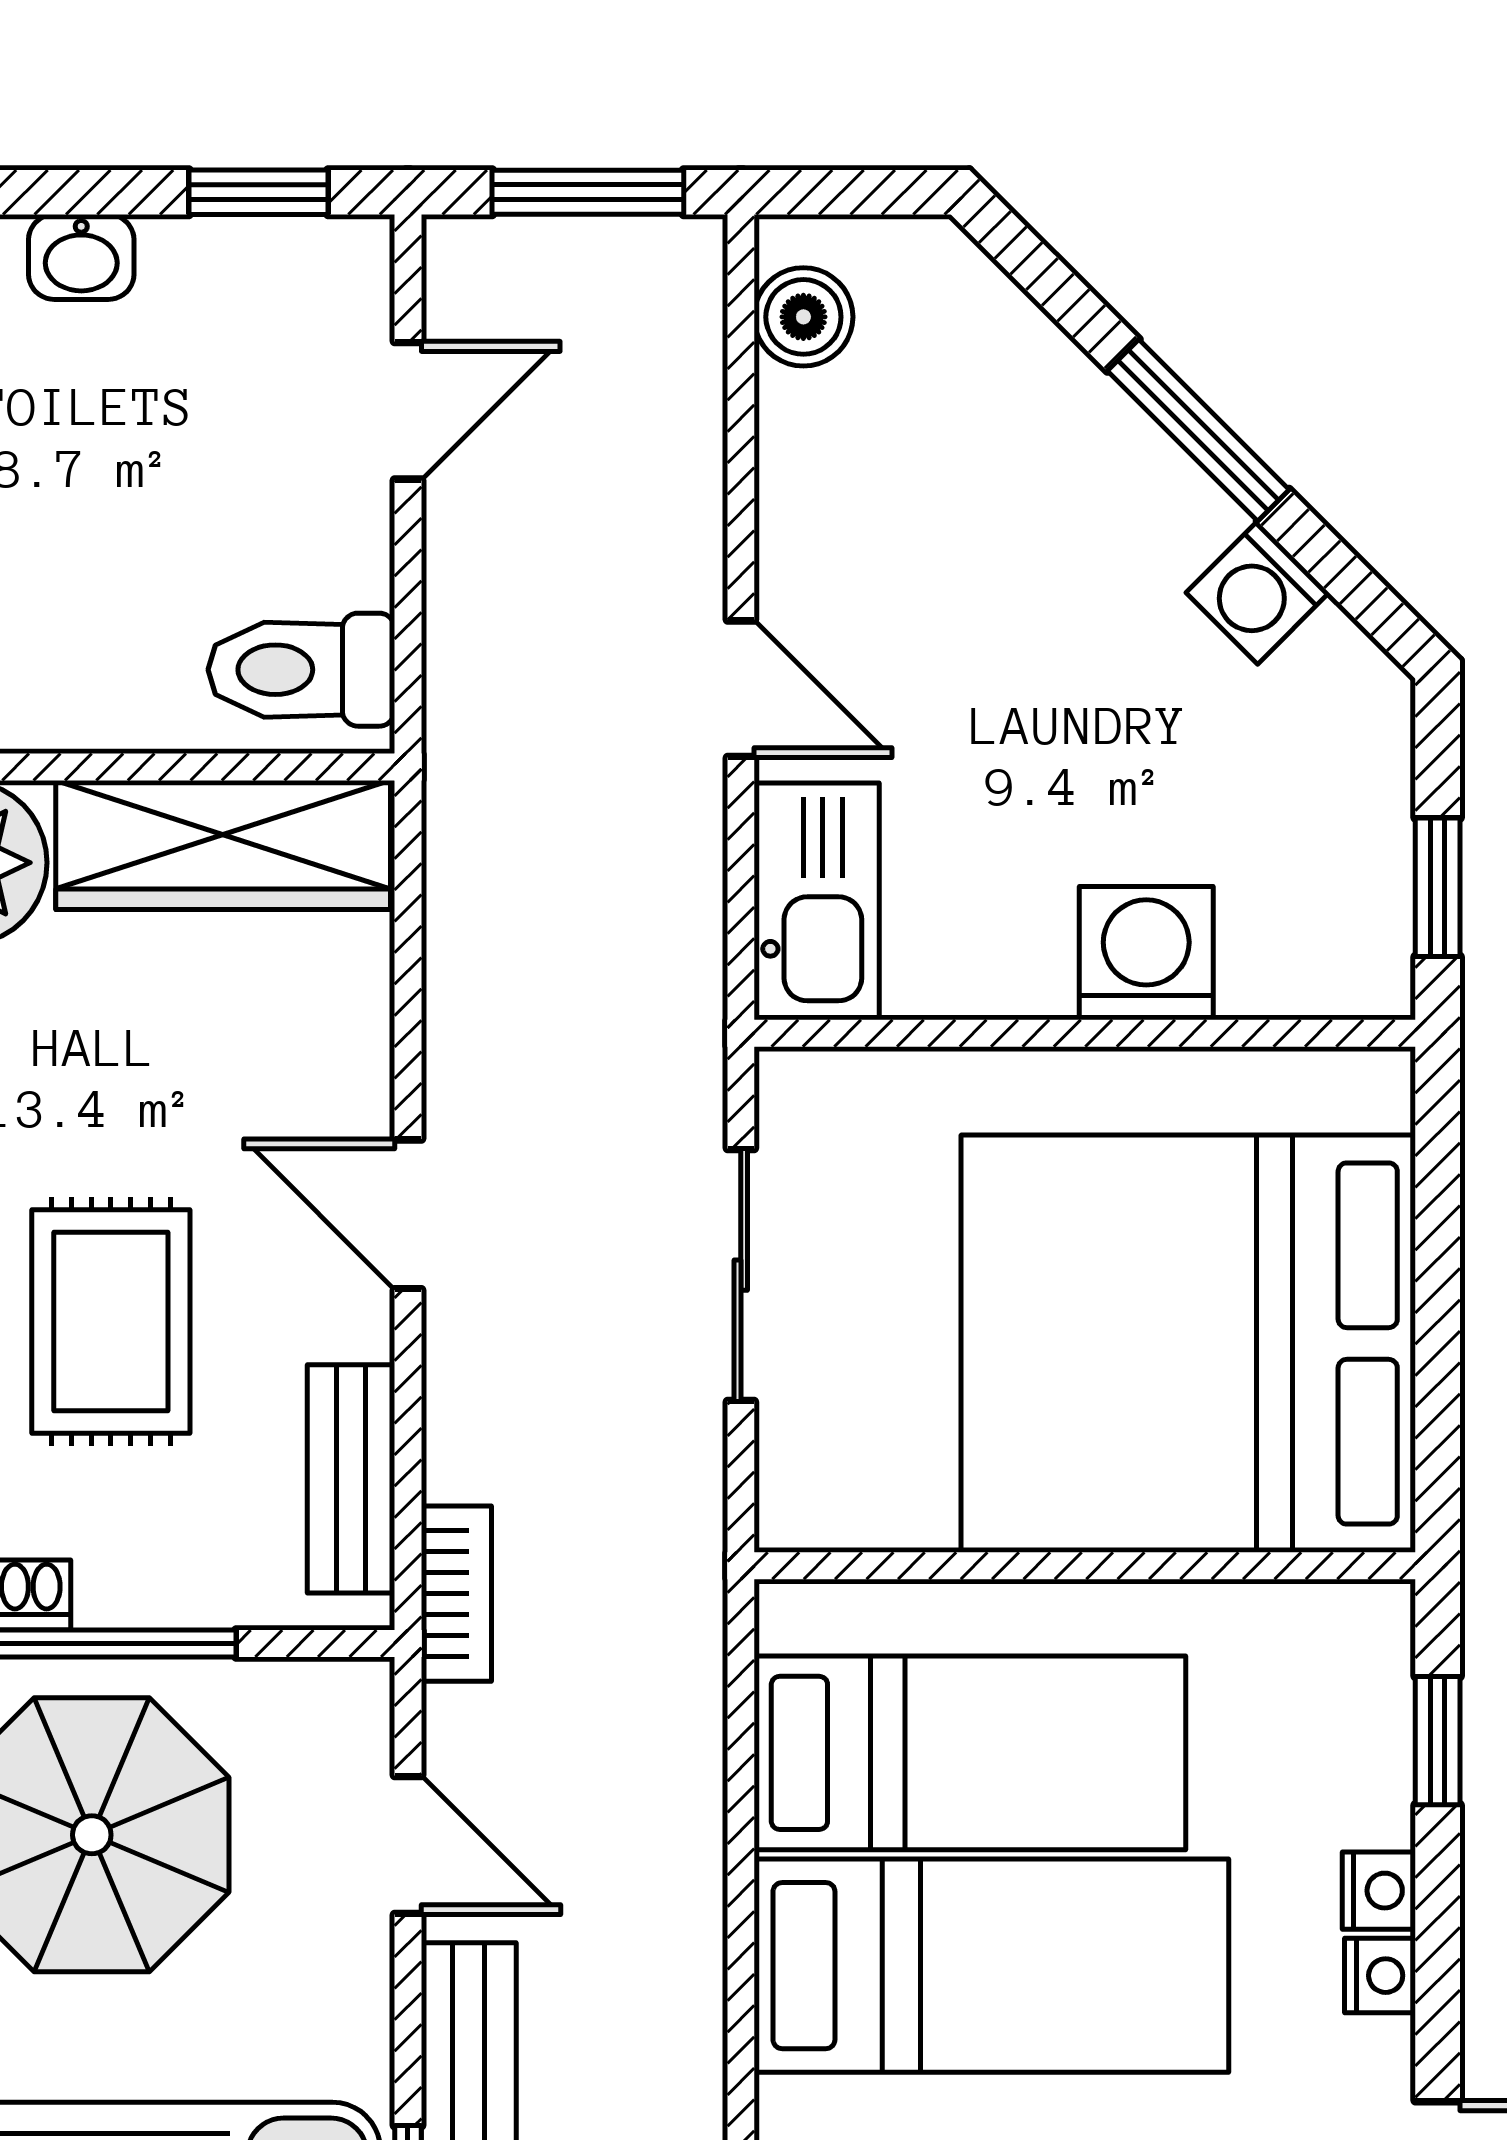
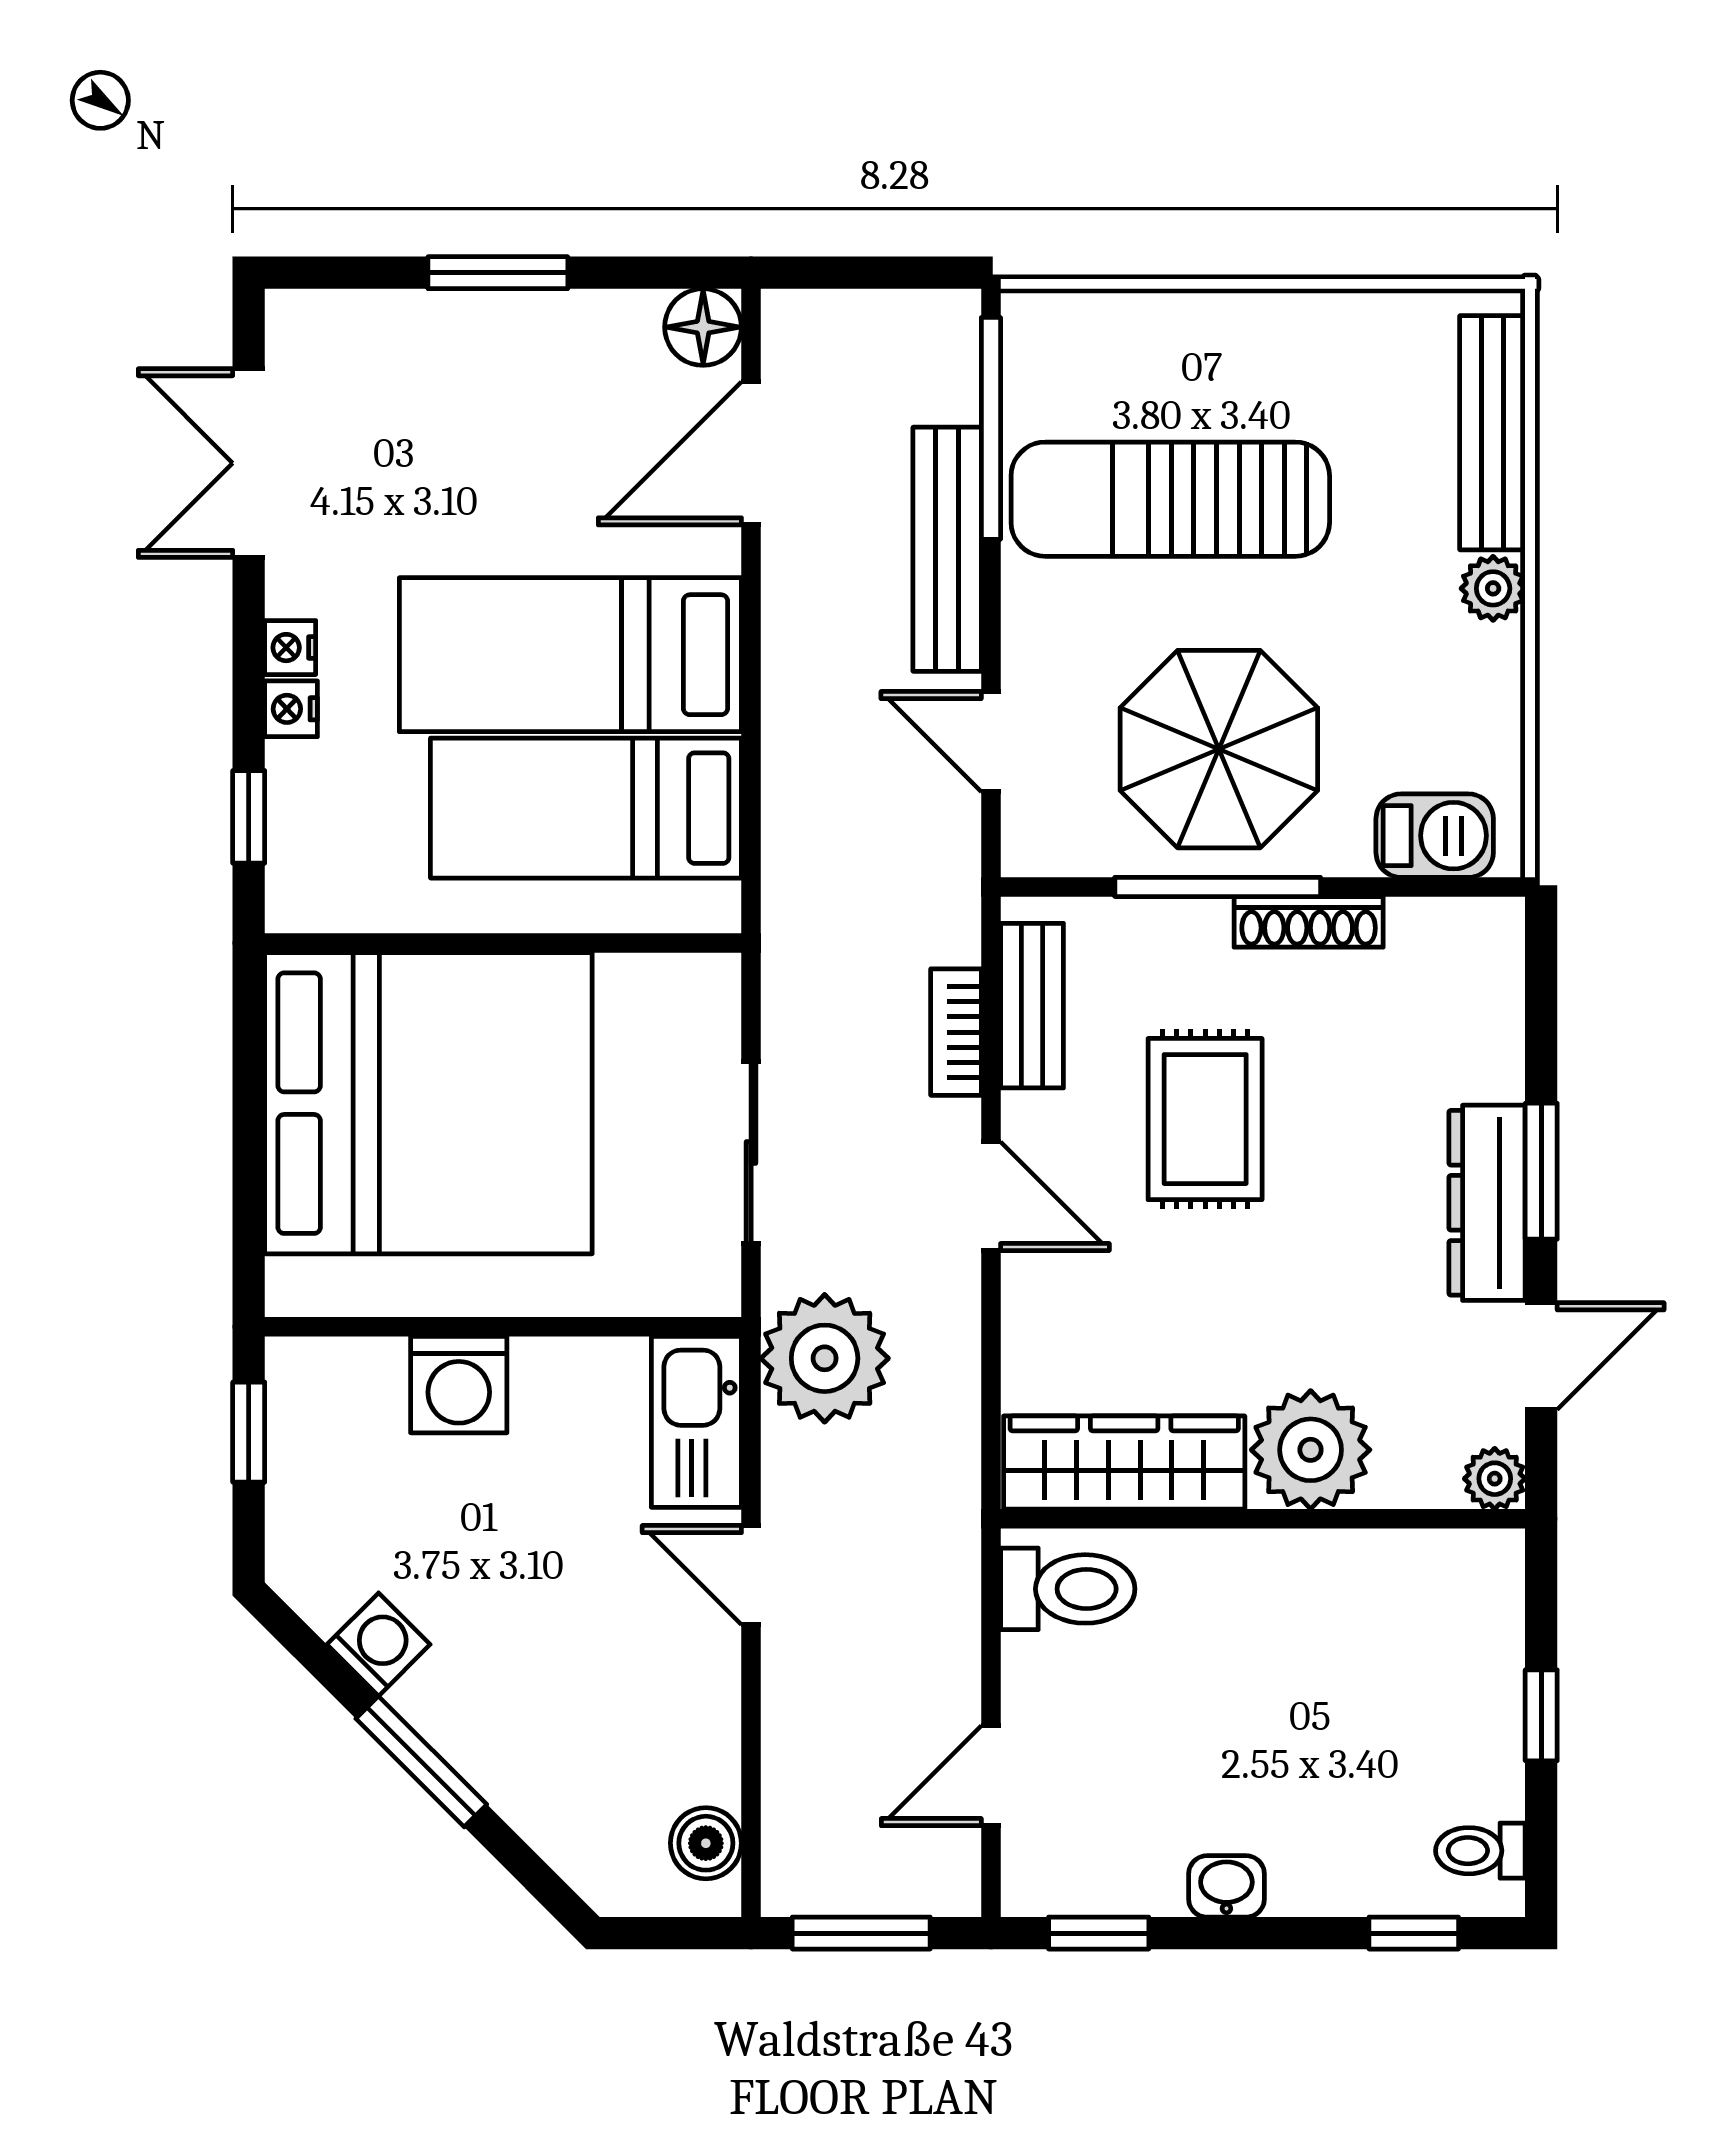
plant: (639, 990) -> (825, 1358), added
bookcase: (456, 1594) -> (956, 1032), moved

